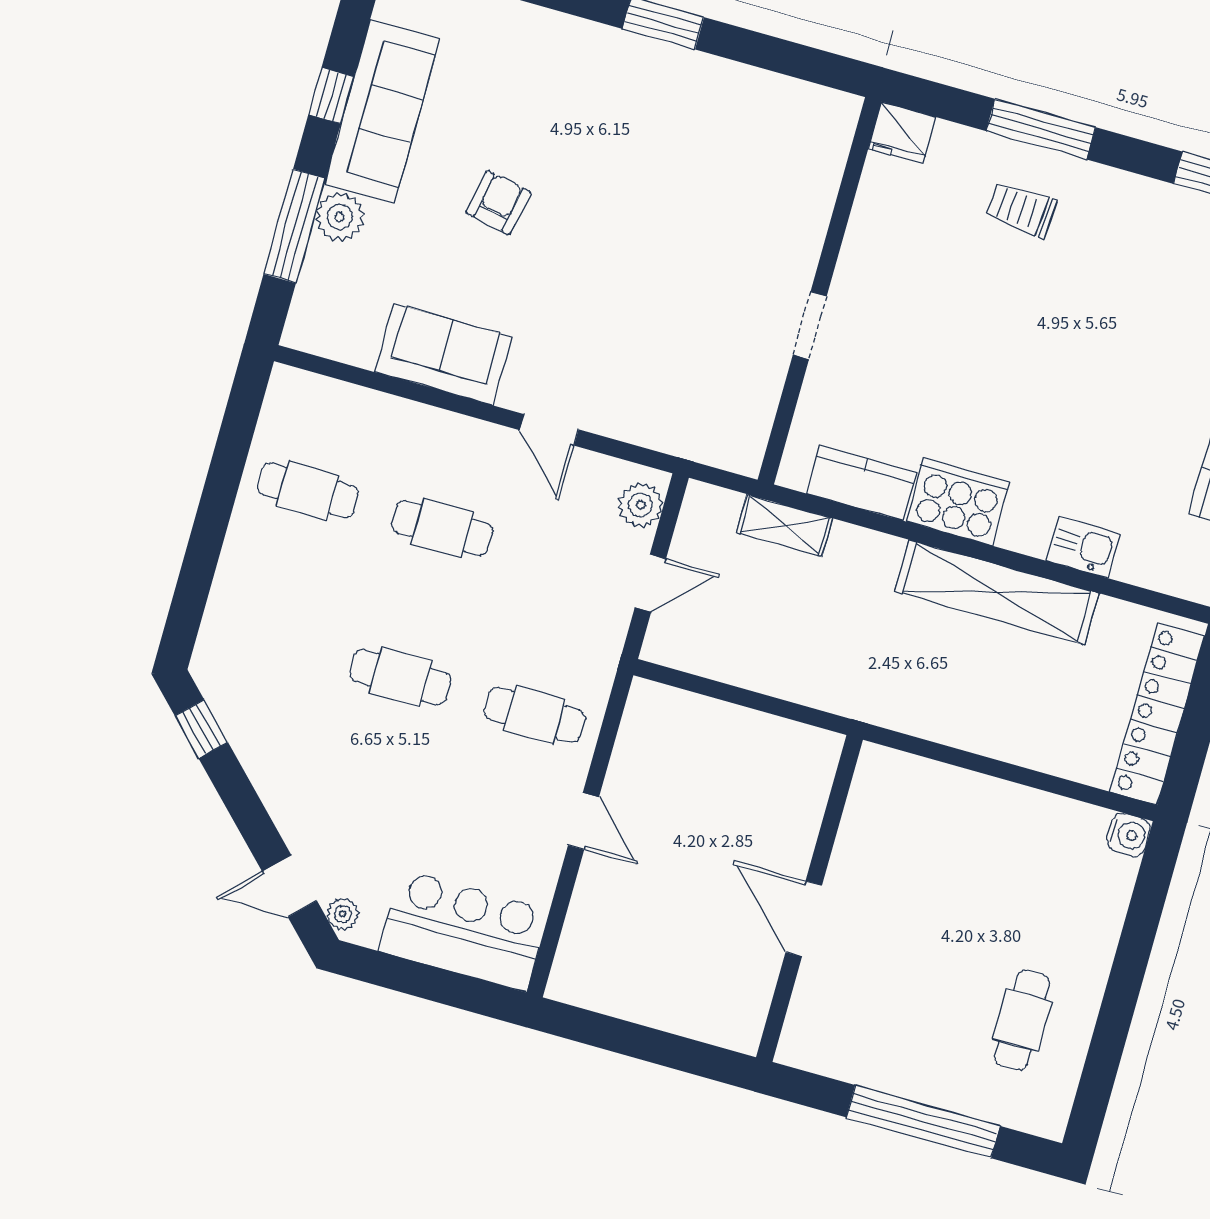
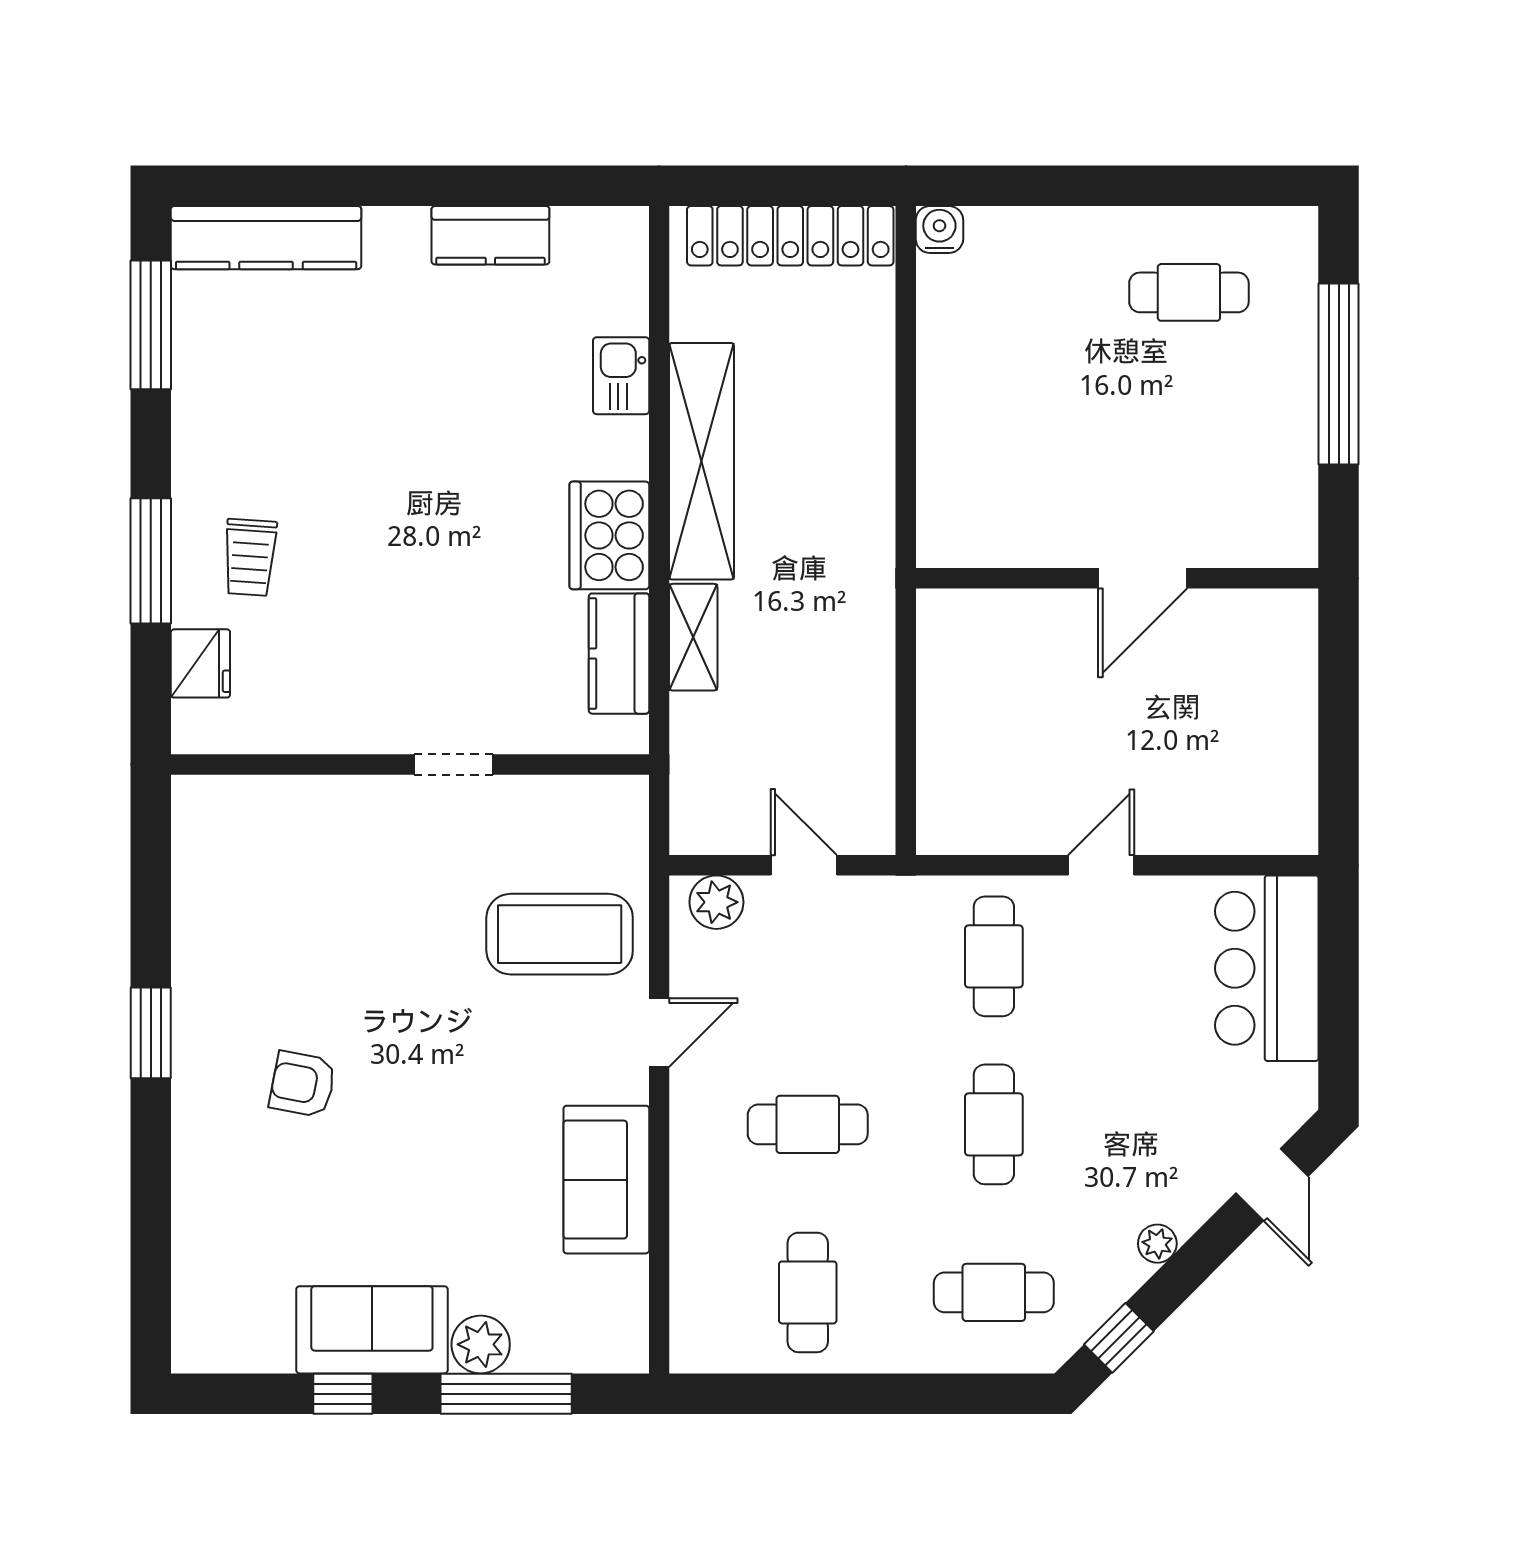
sofa: (382, 111) -> (372, 1330), width x0.73
fridge: (902, 133) -> (200, 663), moved
armchair: (498, 202) -> (303, 1084), moved
coffee table: (650, 372) -> (560, 934), added
shelving: (784, 525) -> (693, 637), moved
cafe table: (442, 528) -> (808, 1124), turned 90
cafe table: (266, 639) -> (994, 1292), added
plant: (343, 914) -> (1157, 1244), moved

